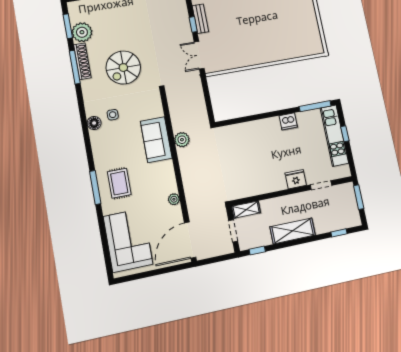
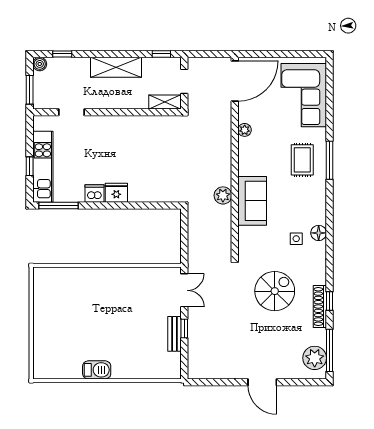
window: (68, 26) -> (330, 350), width x1.44
plant: (82, 32) -> (315, 358), moved
window: (75, 67) -> (330, 301), width x0.46
fridge: (296, 179) -> (116, 193), moved, turned 180
boiler: (355, 221) -> (40, 64), added

